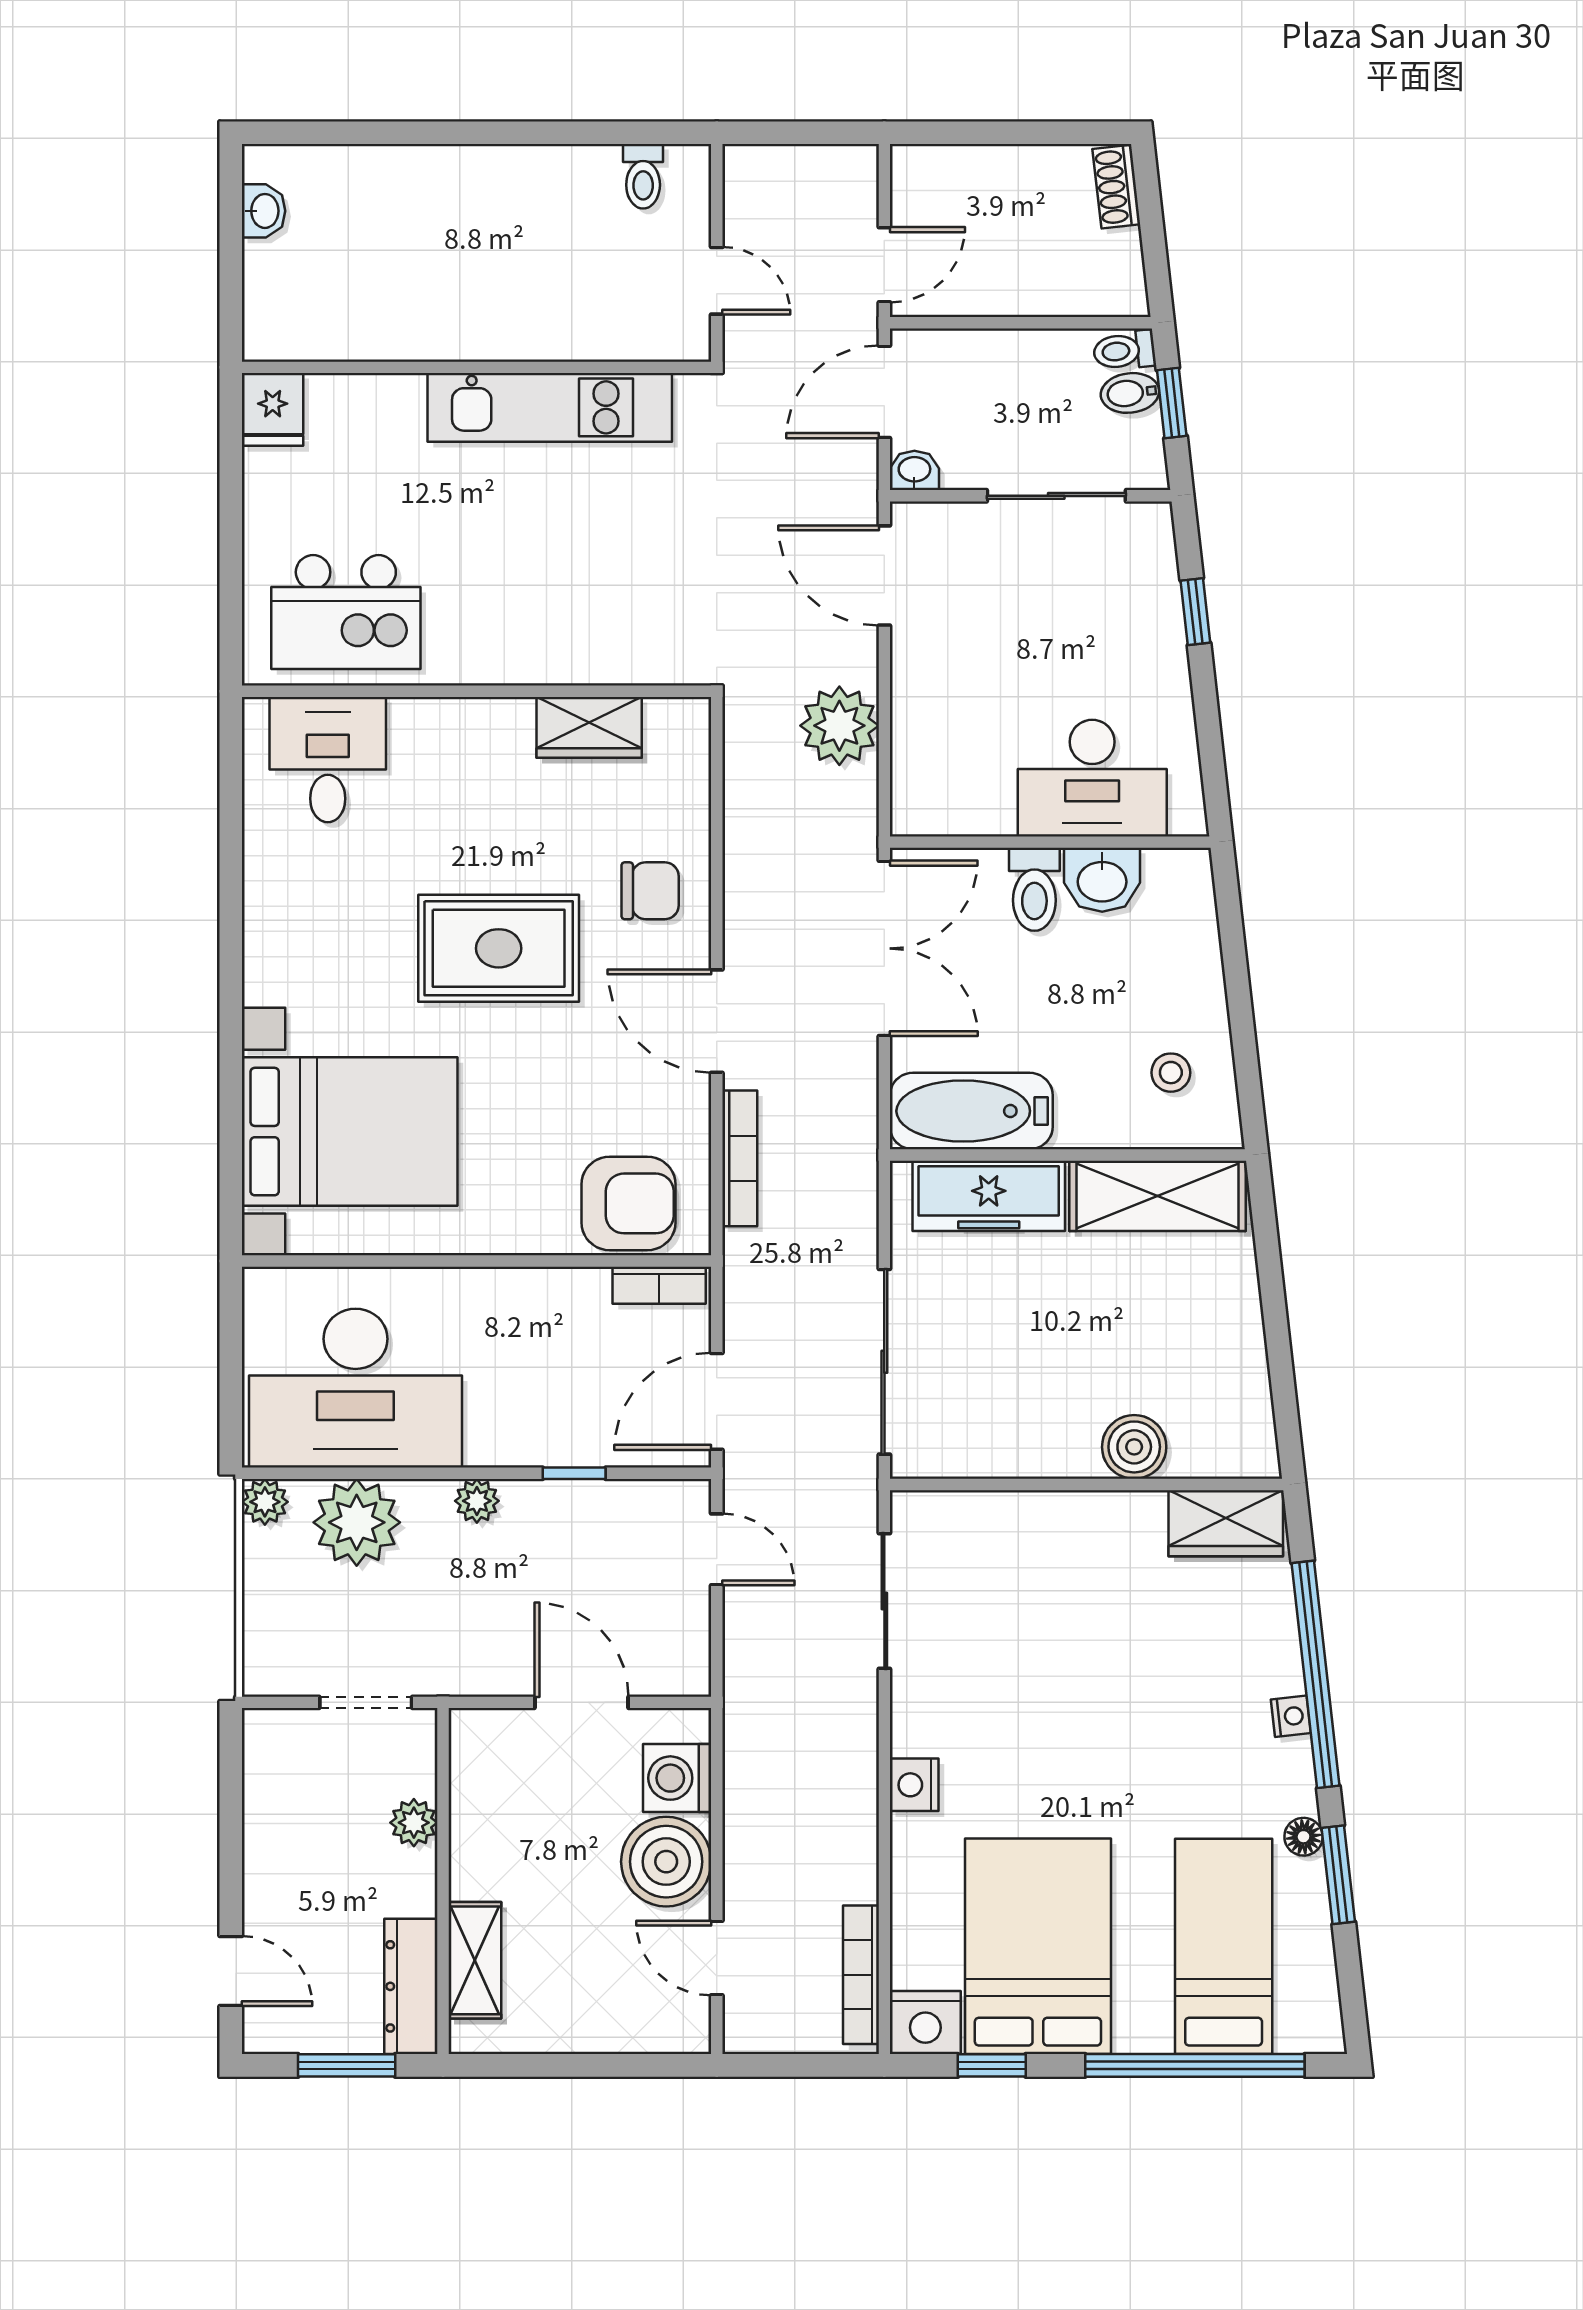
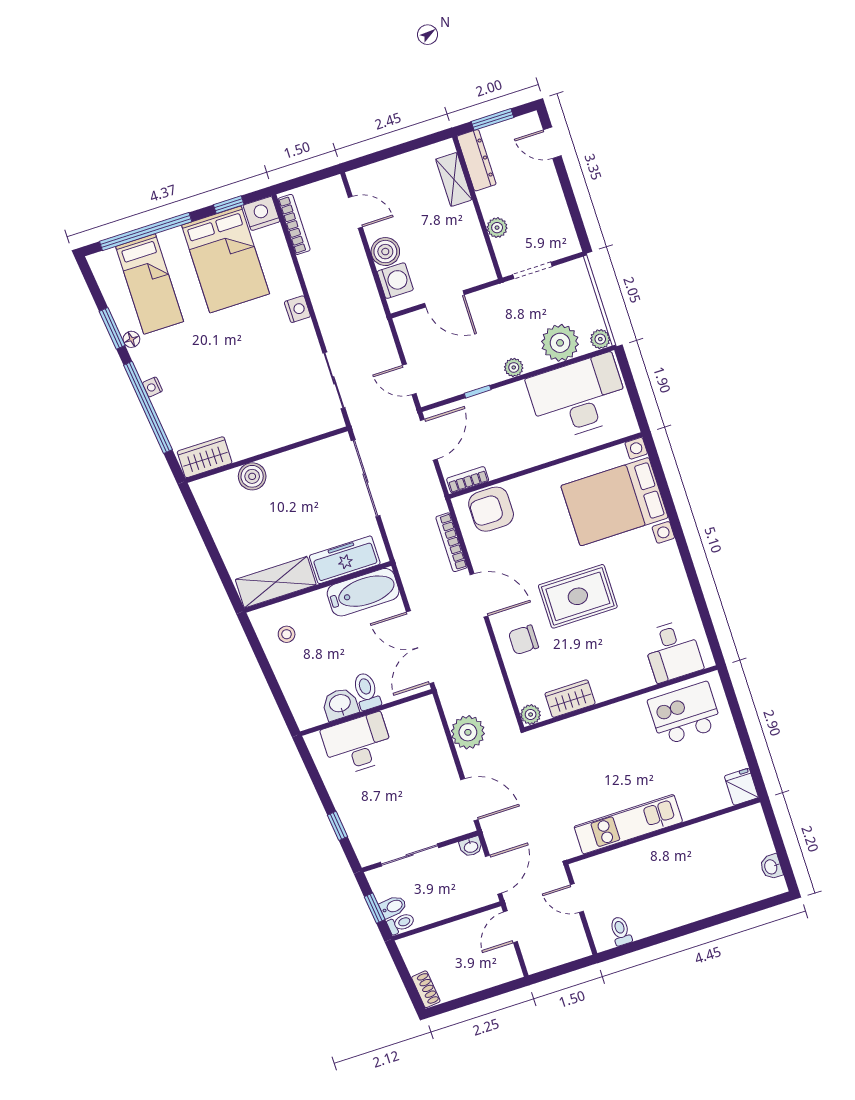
plant: (688, 720) -> (531, 714), added
boiler: (666, 1862) -> (385, 252), width x0.73, depth x0.73

